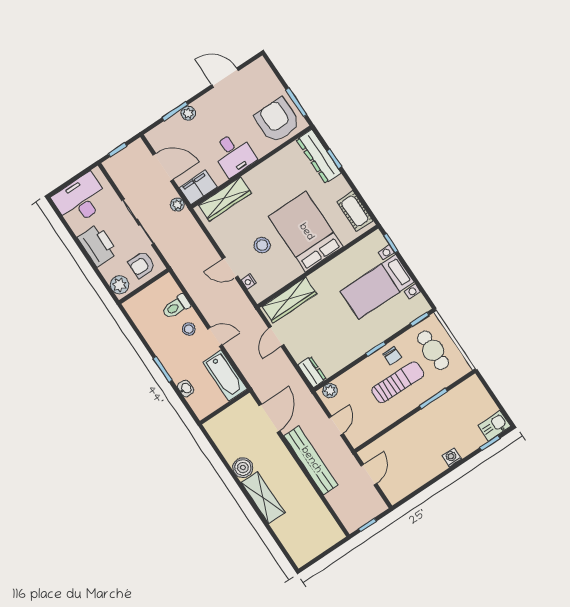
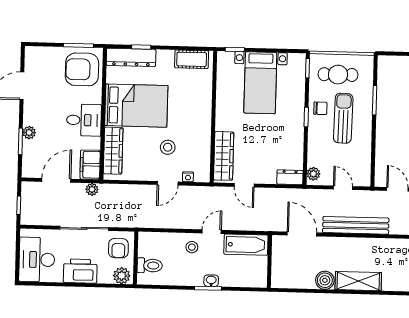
bed: (306, 232) -> (136, 106), moved, turned 180
toilet: (176, 307) -> (150, 265), moved, turned -90
washbasin: (186, 389) -> (211, 281), moved

